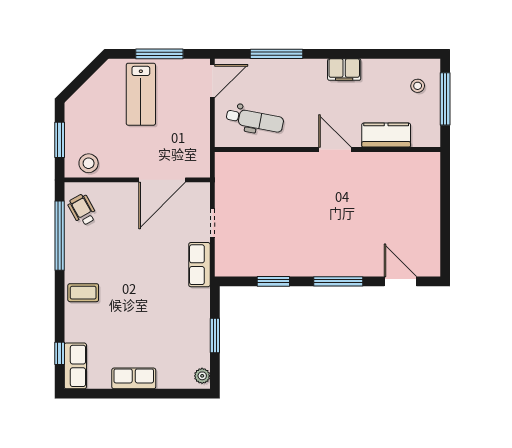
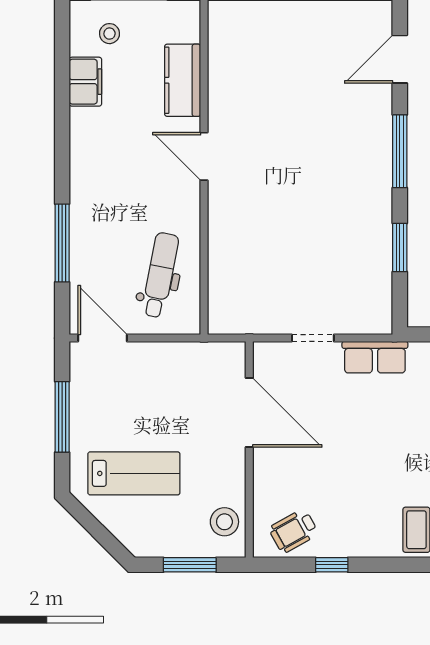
filing cabinet: (344, 70) -> (85, 82), moved
lab bench: (141, 94) -> (134, 473), moved
door: (335, 150) -> (204, 156), hinge flipped
window: (60, 236) -> (332, 565), width x0.32

